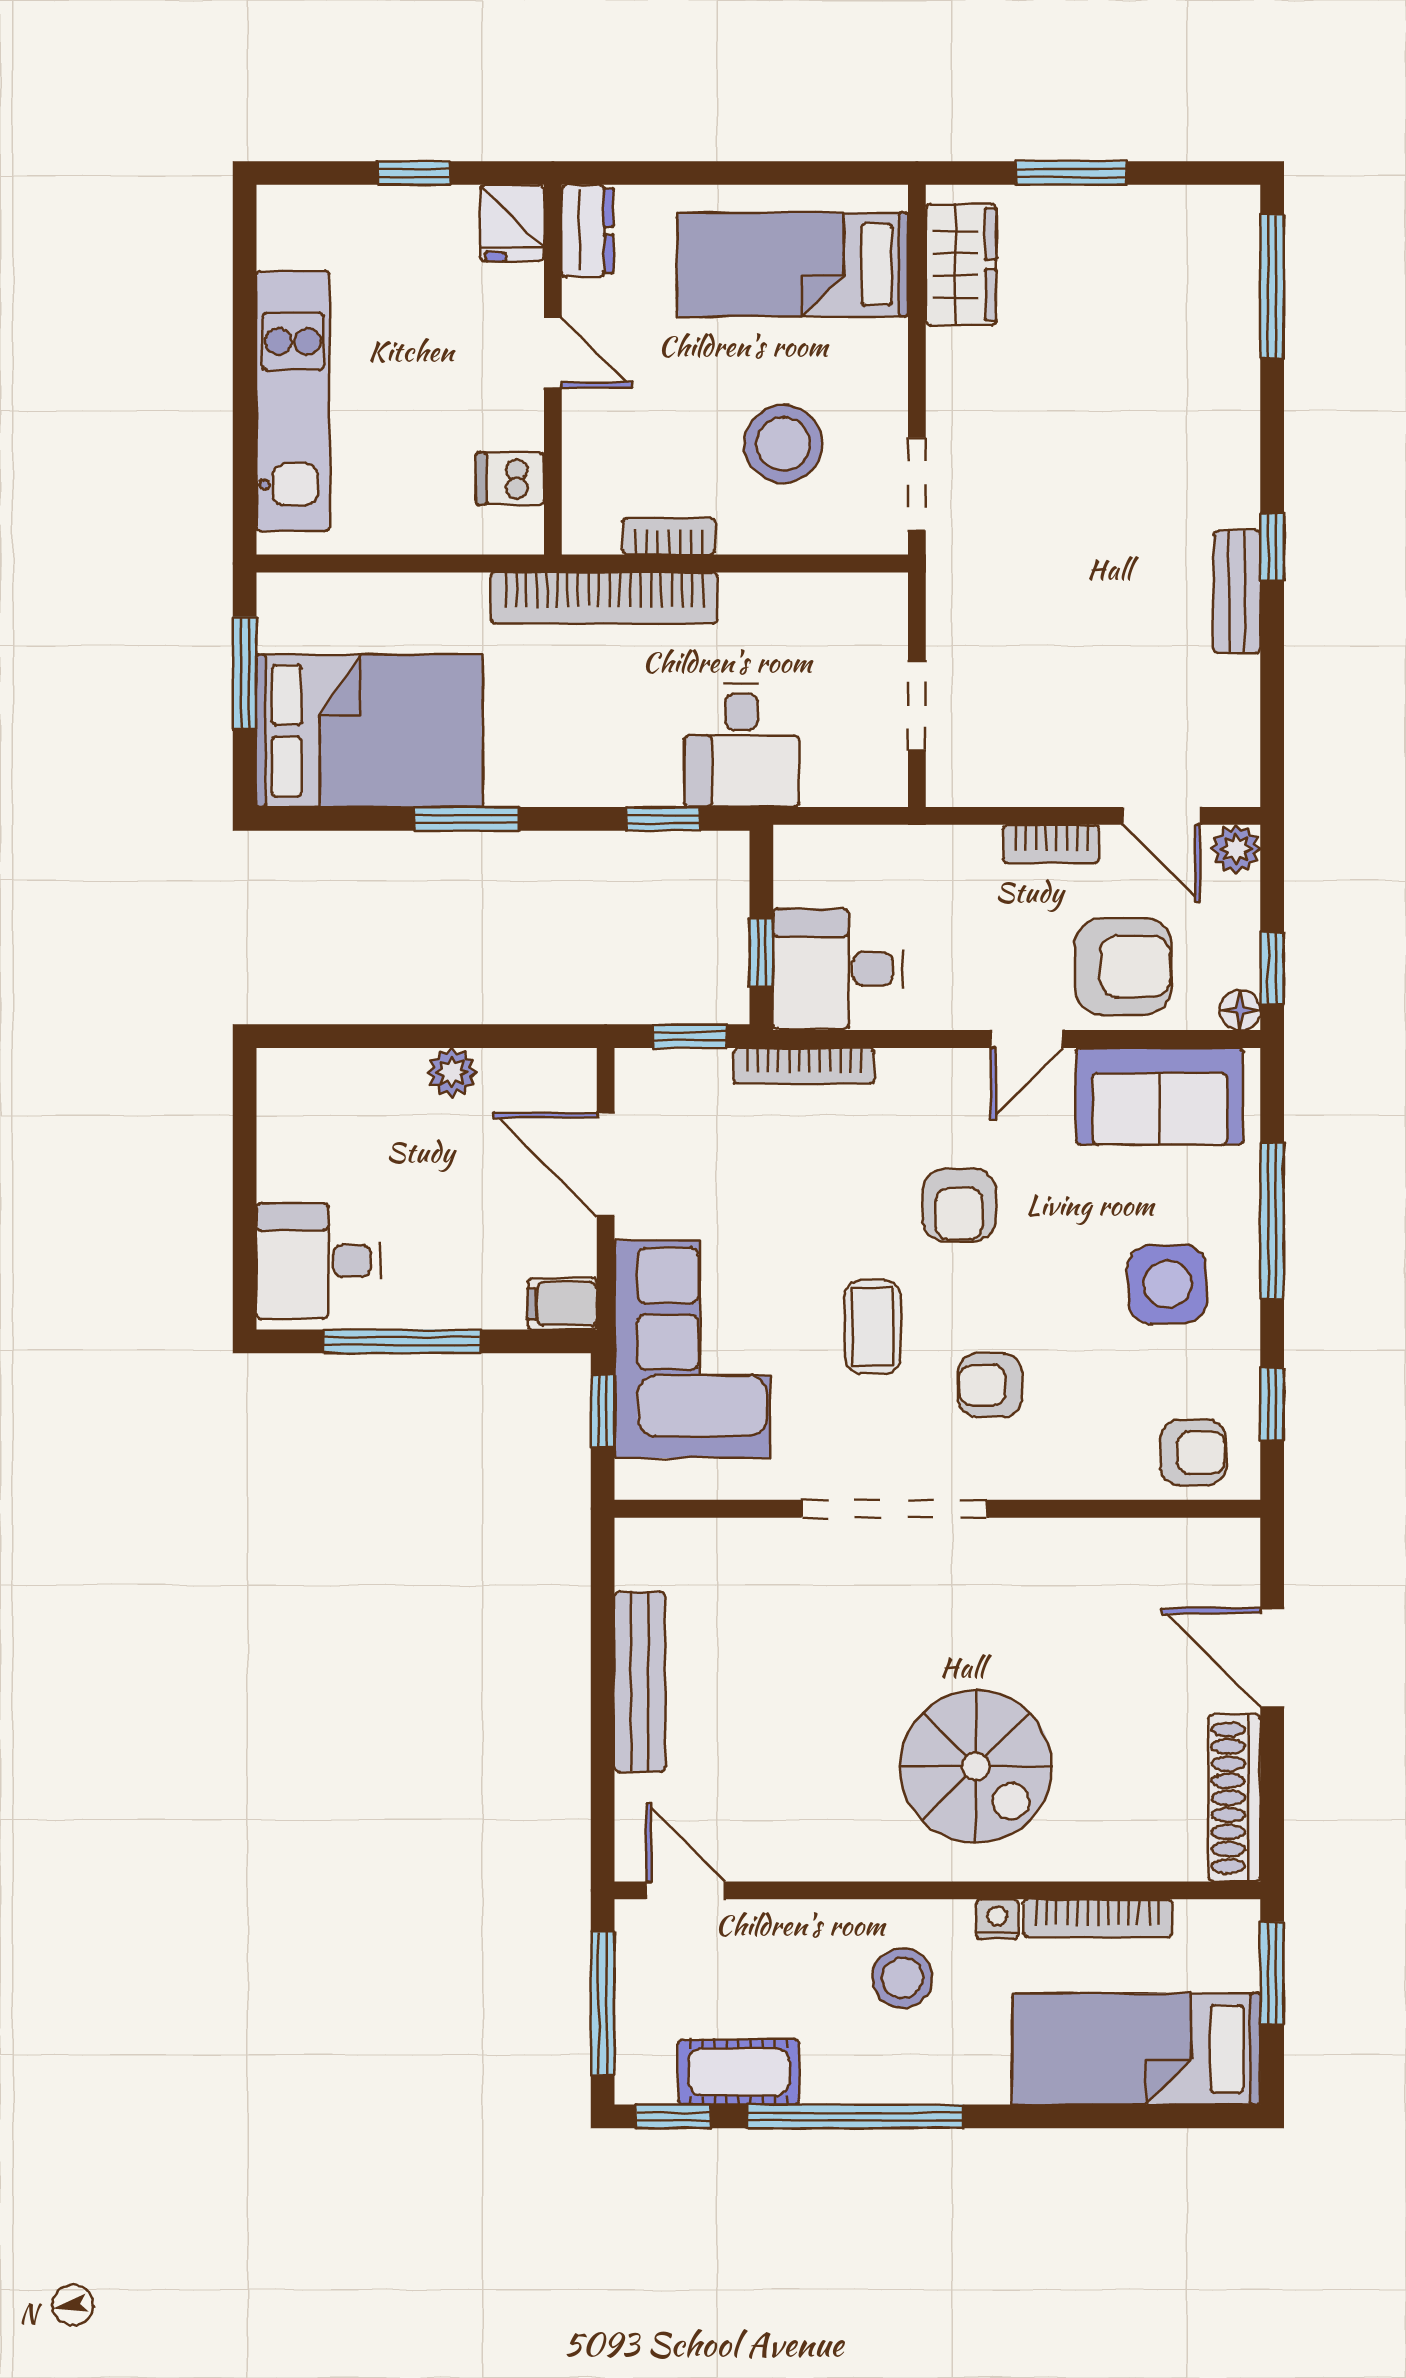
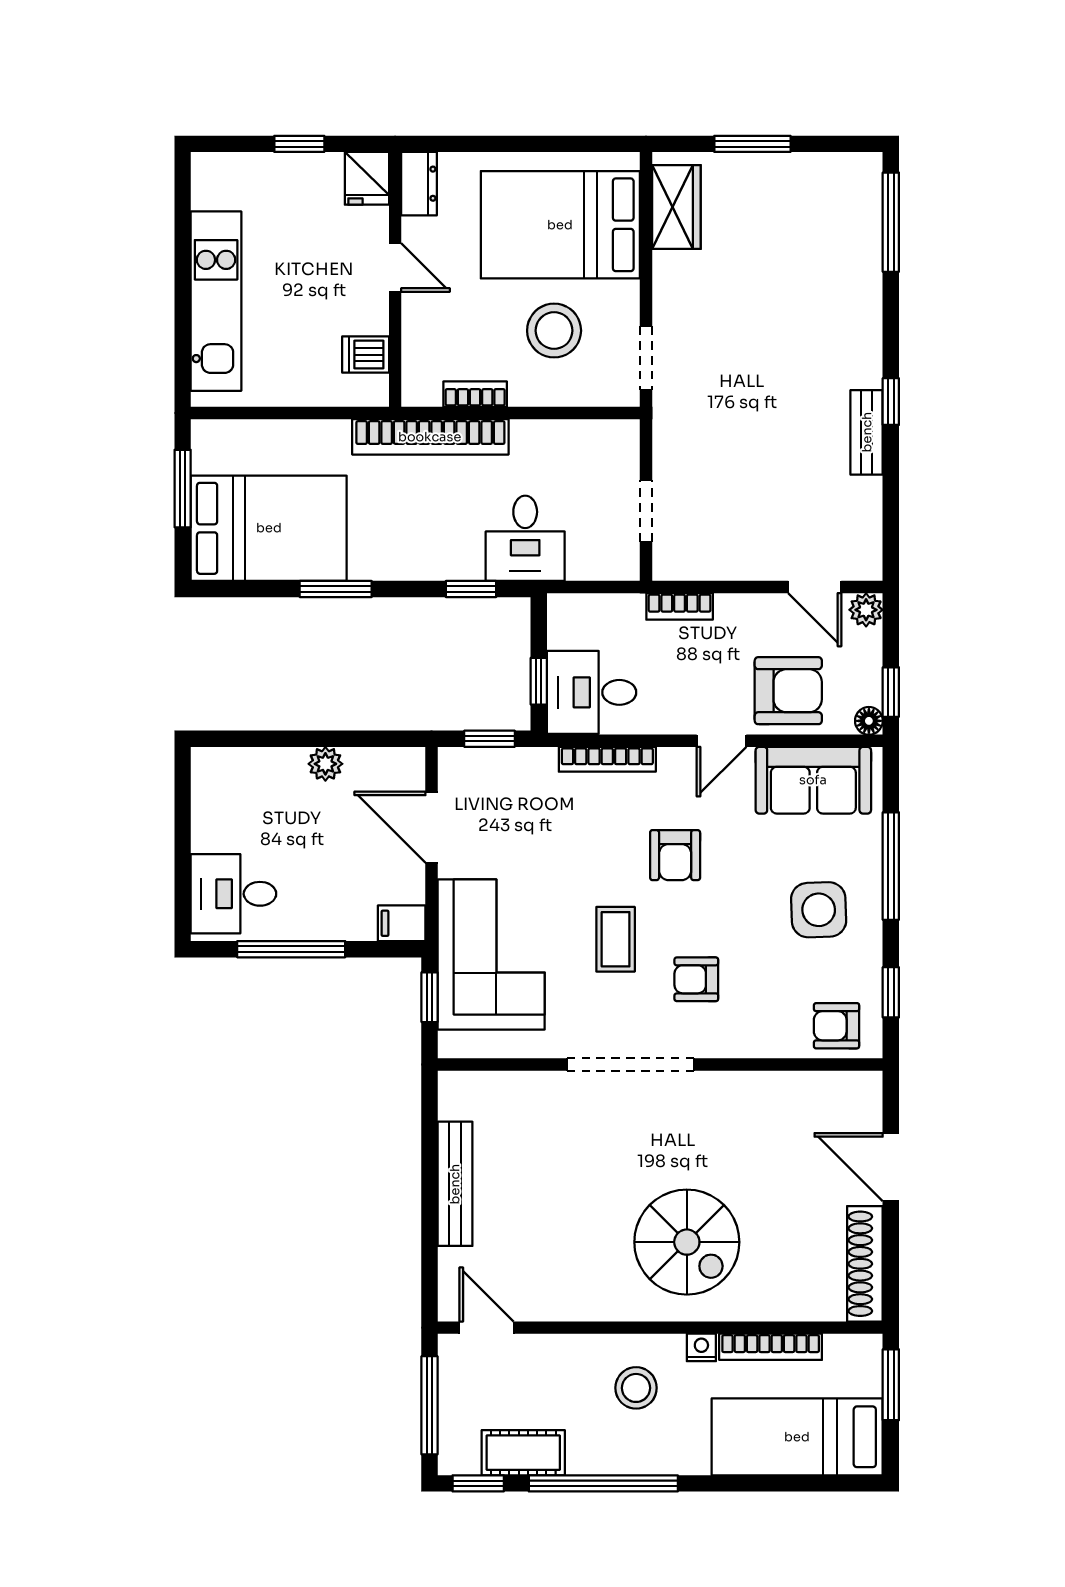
bed: (793, 264) -> (560, 225), width x1.50
bookcase: (1051, 844) -> (680, 606), moved
bookcase: (804, 1066) -> (607, 759), moved
armchair: (1193, 1452) -> (837, 1026), turned 180

